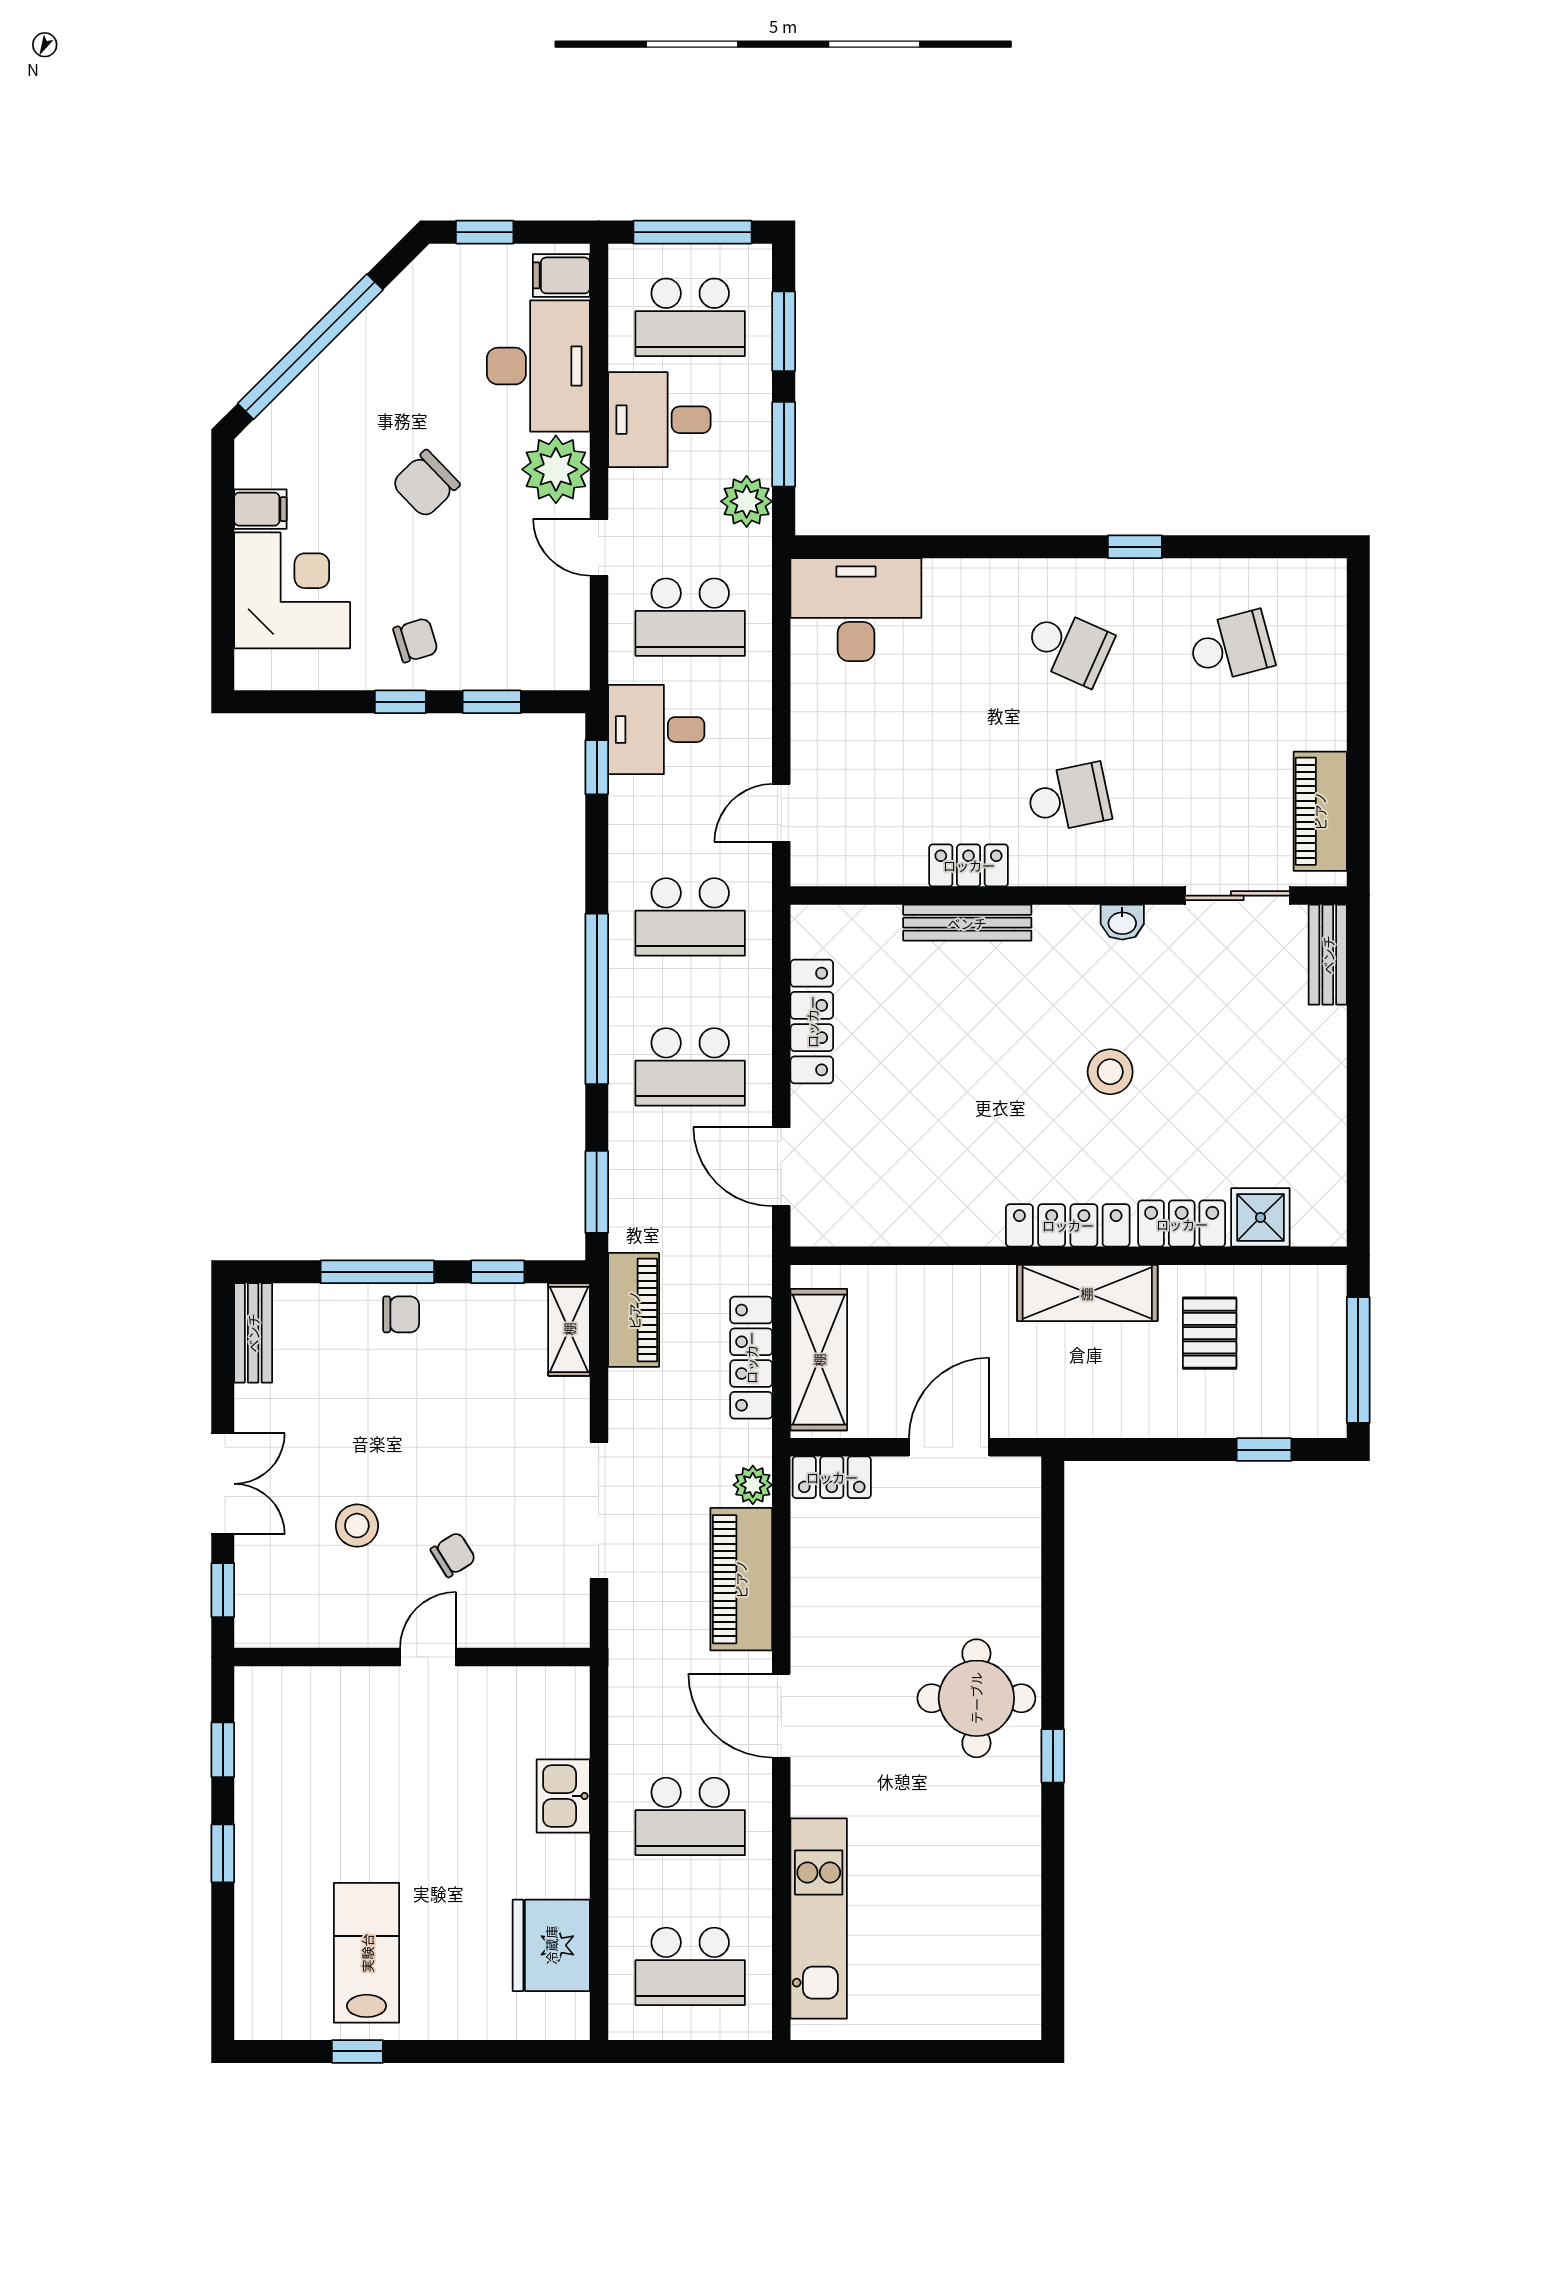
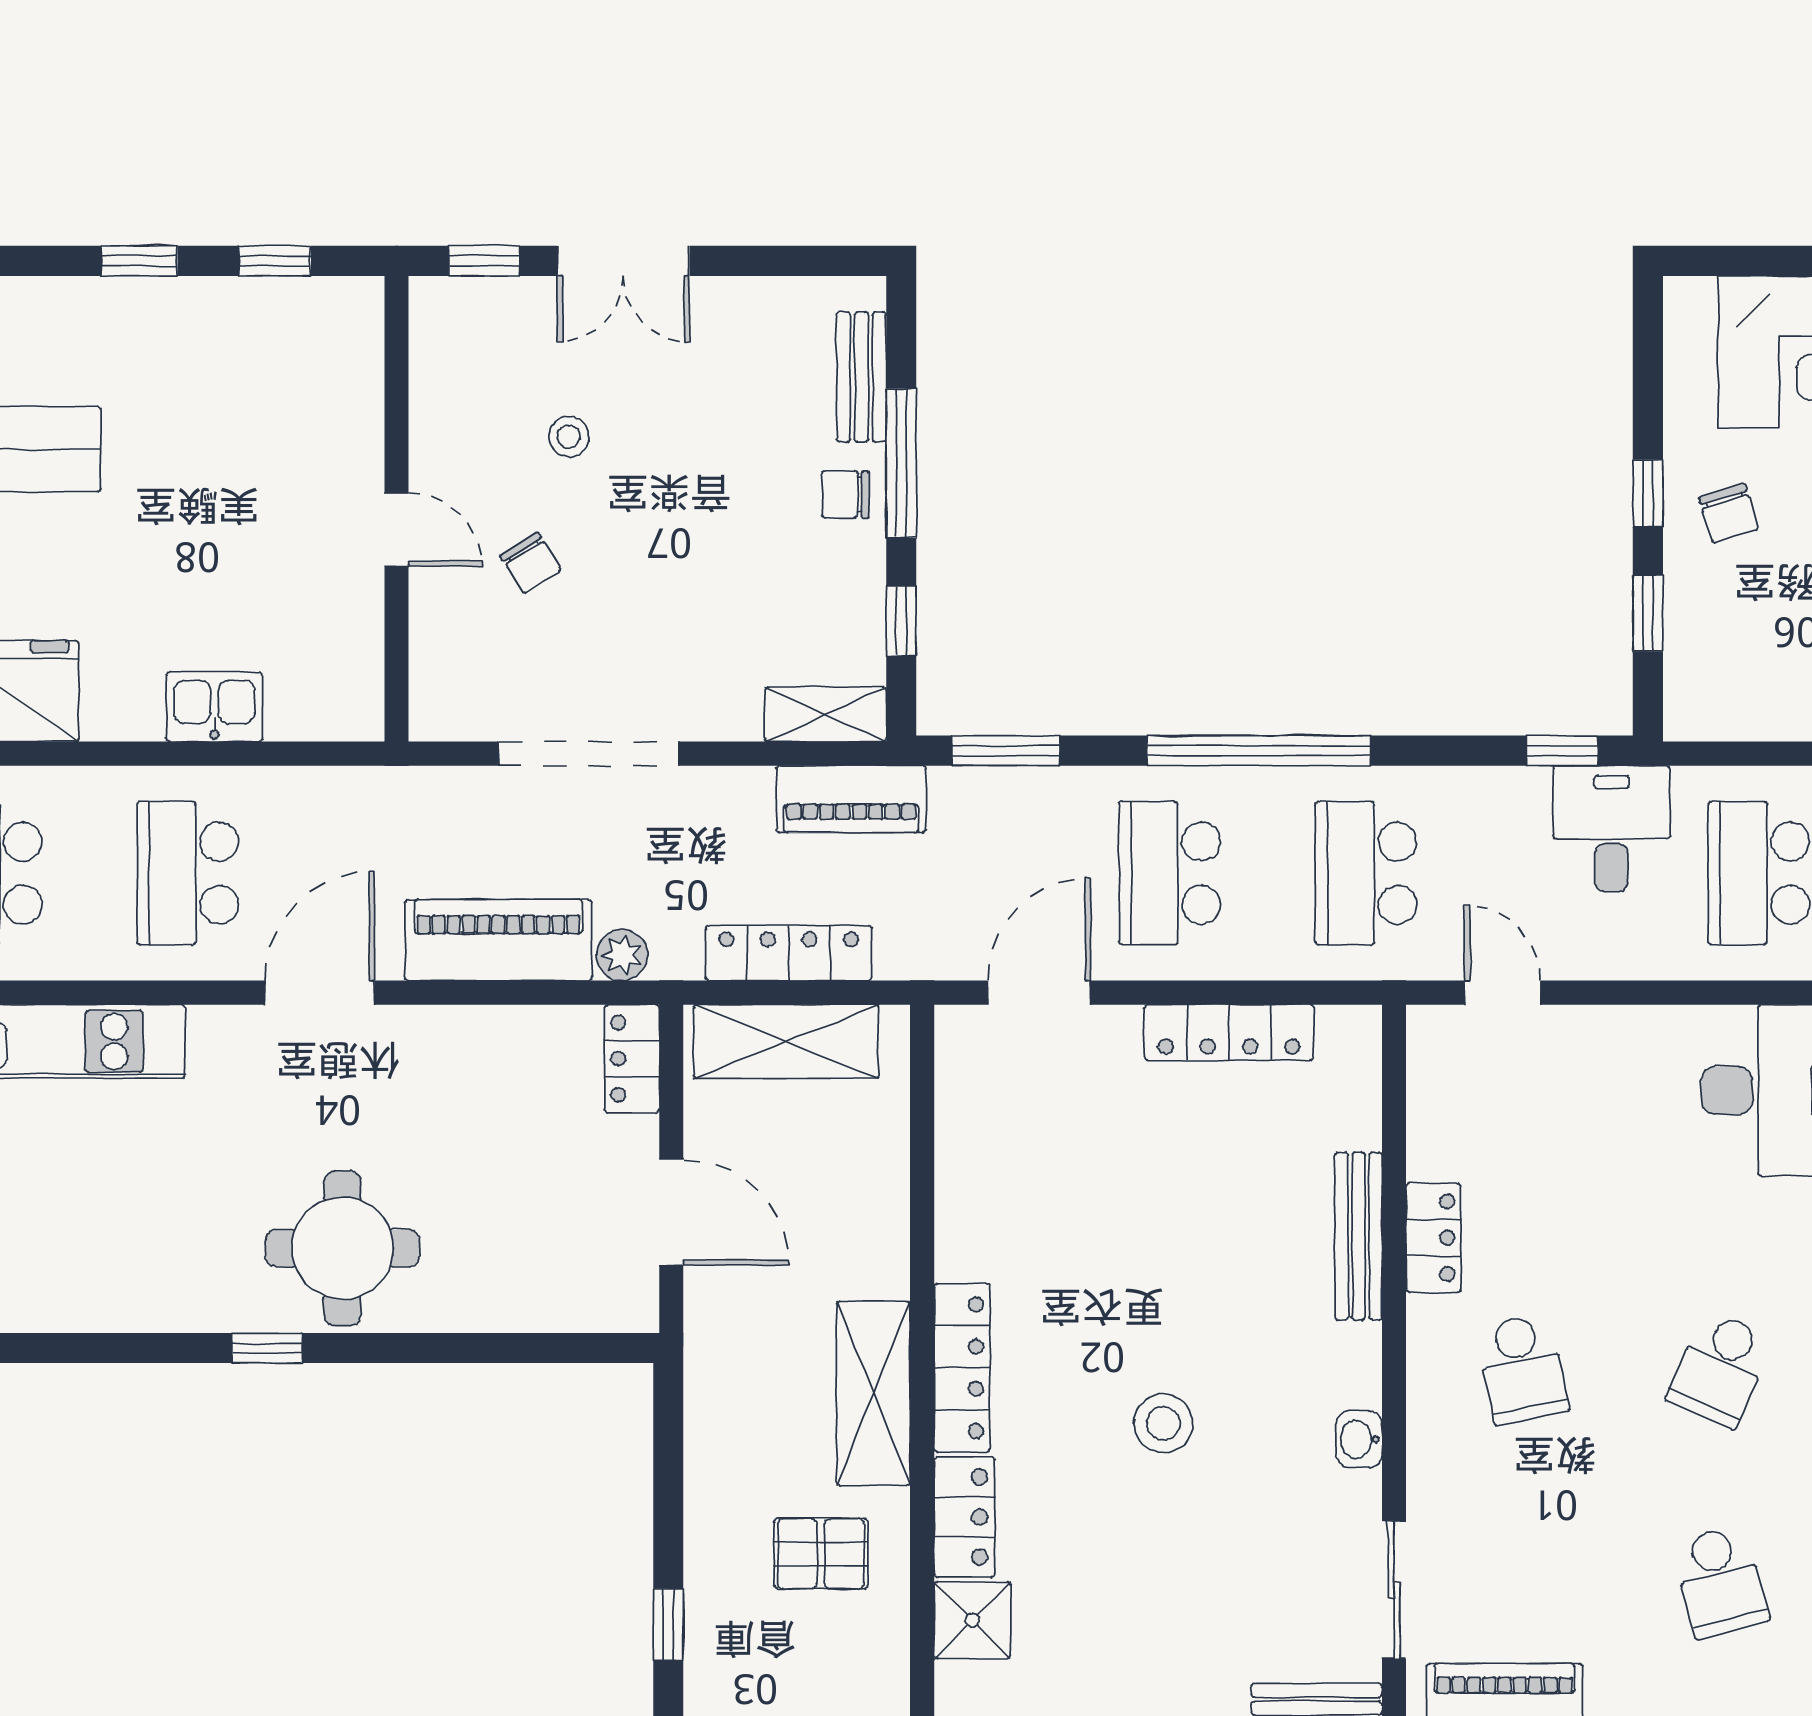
chair: (401, 1314) -> (845, 494), turned 90
bench: (253, 1333) -> (861, 377), moved, turned 90
stool: (357, 1526) -> (569, 437), width x0.73, depth x0.73

